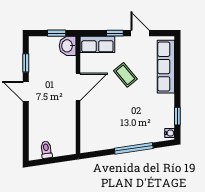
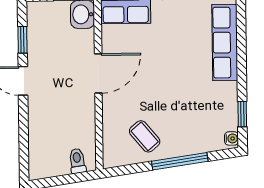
coffee table: (125, 75) -> (145, 136), moved
toilet: (46, 150) -> (77, 161), moved

